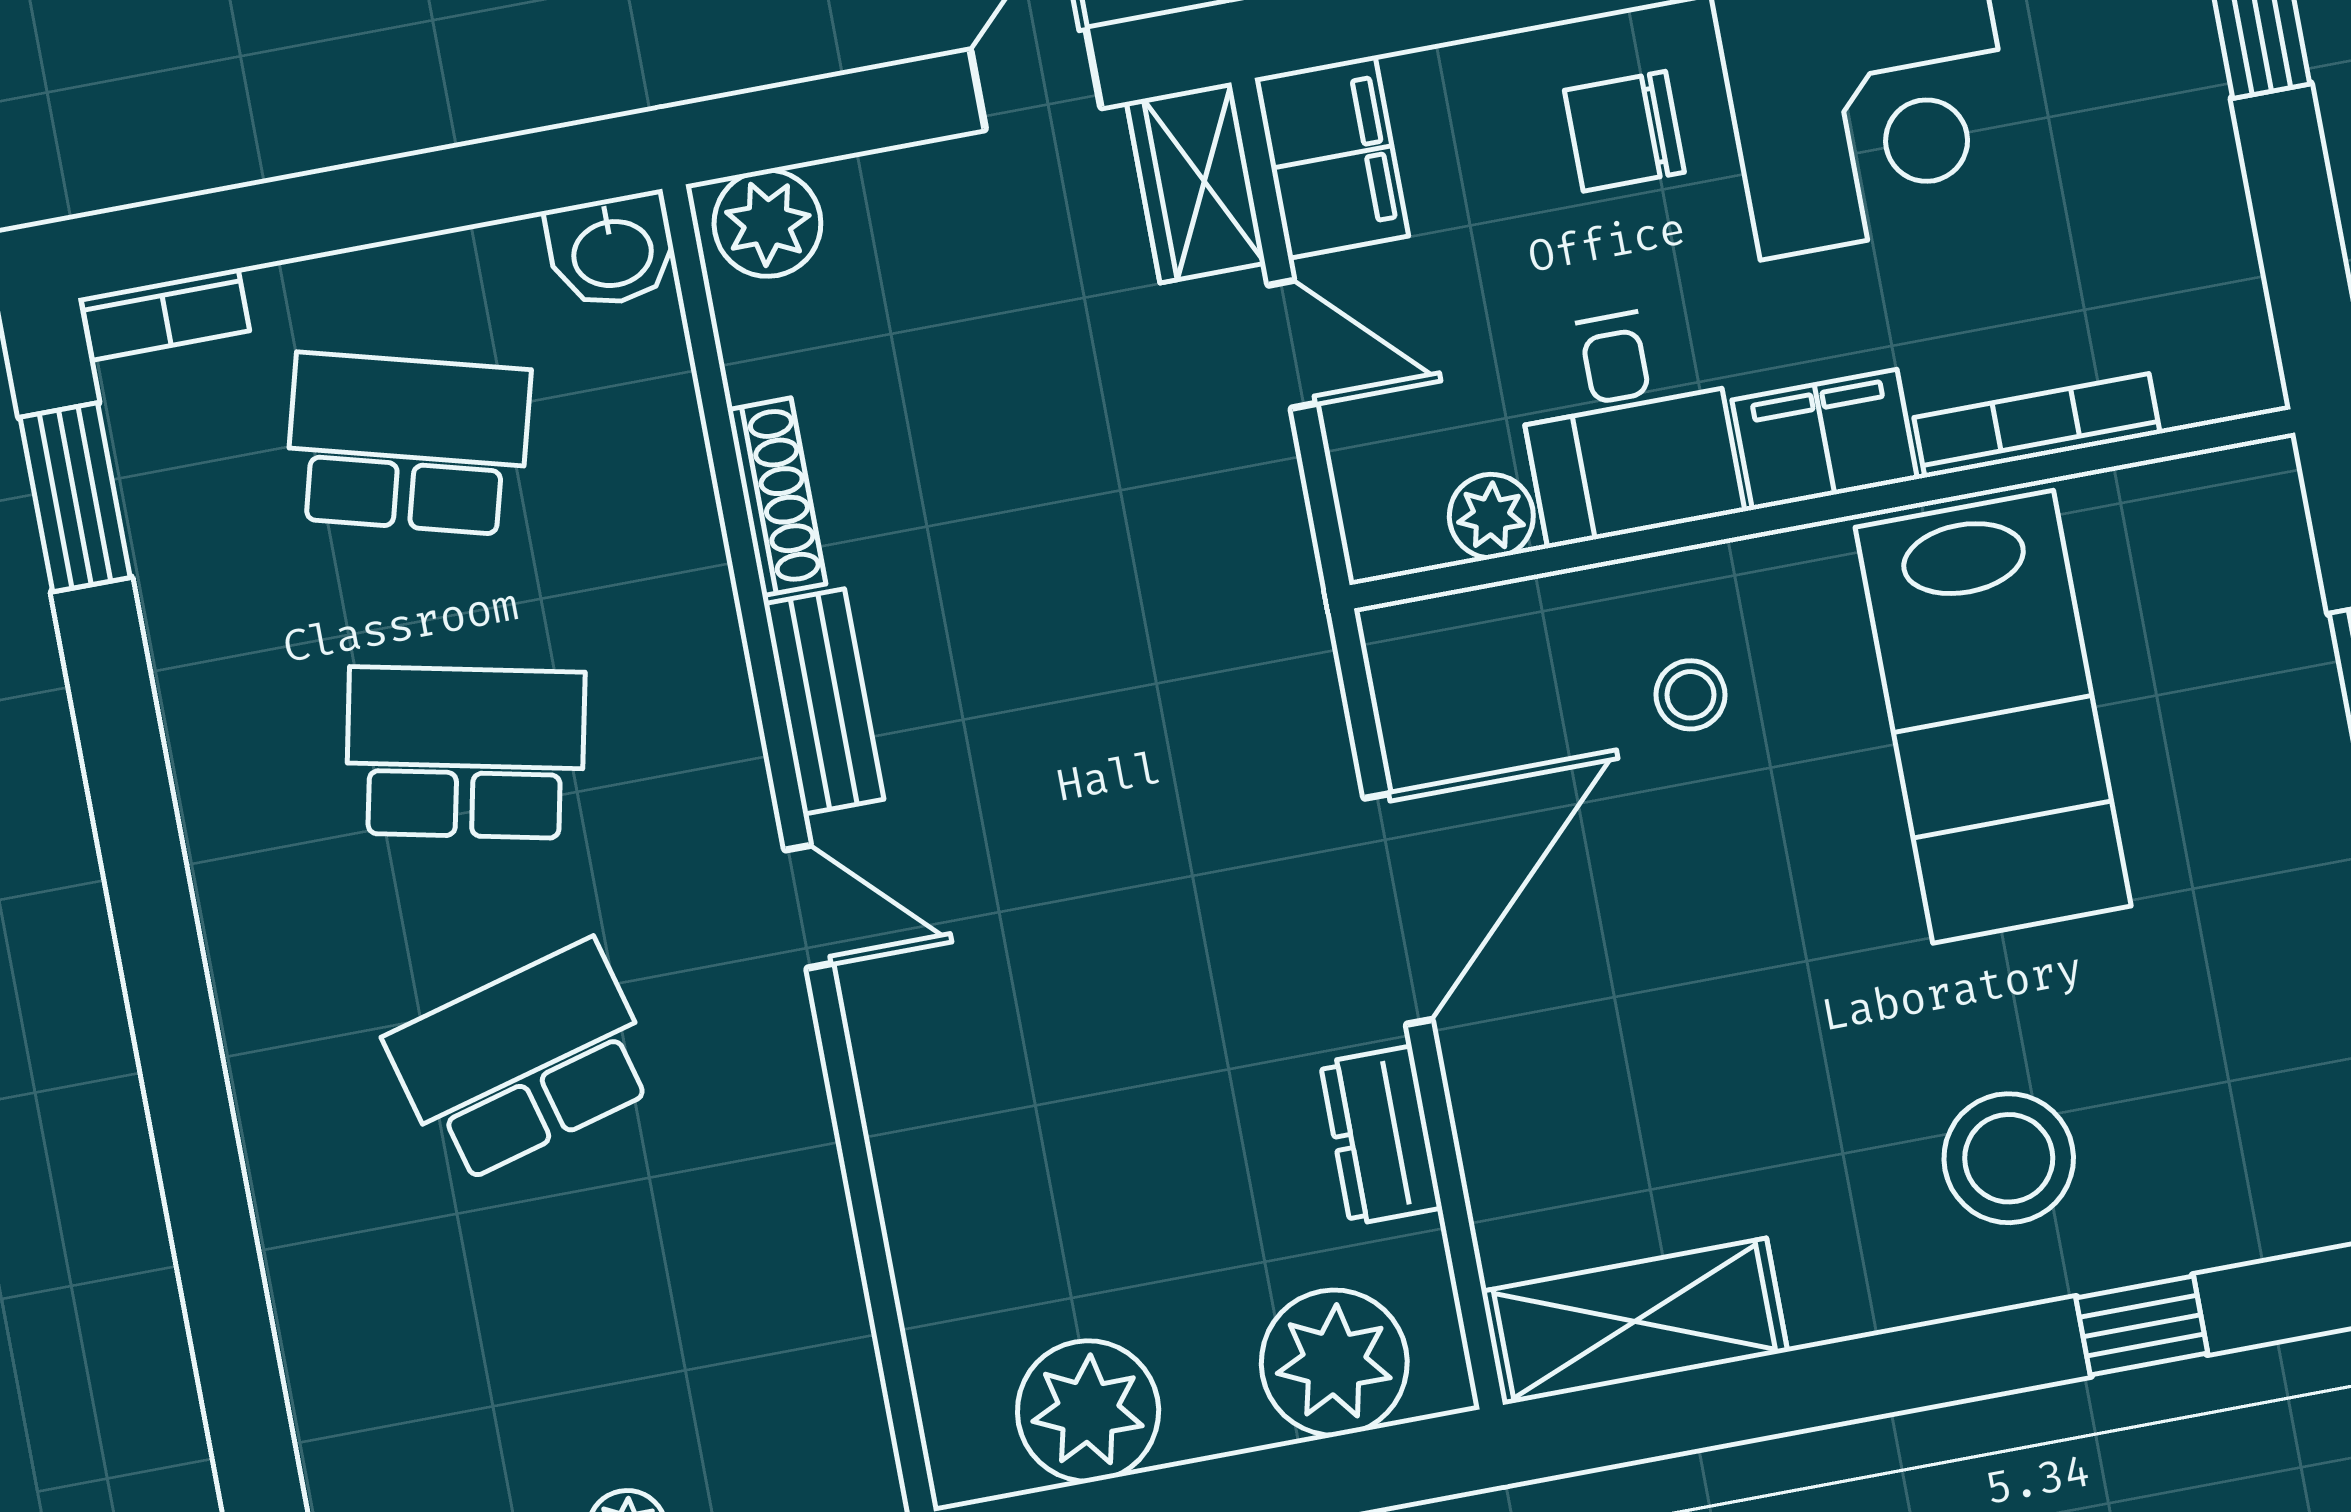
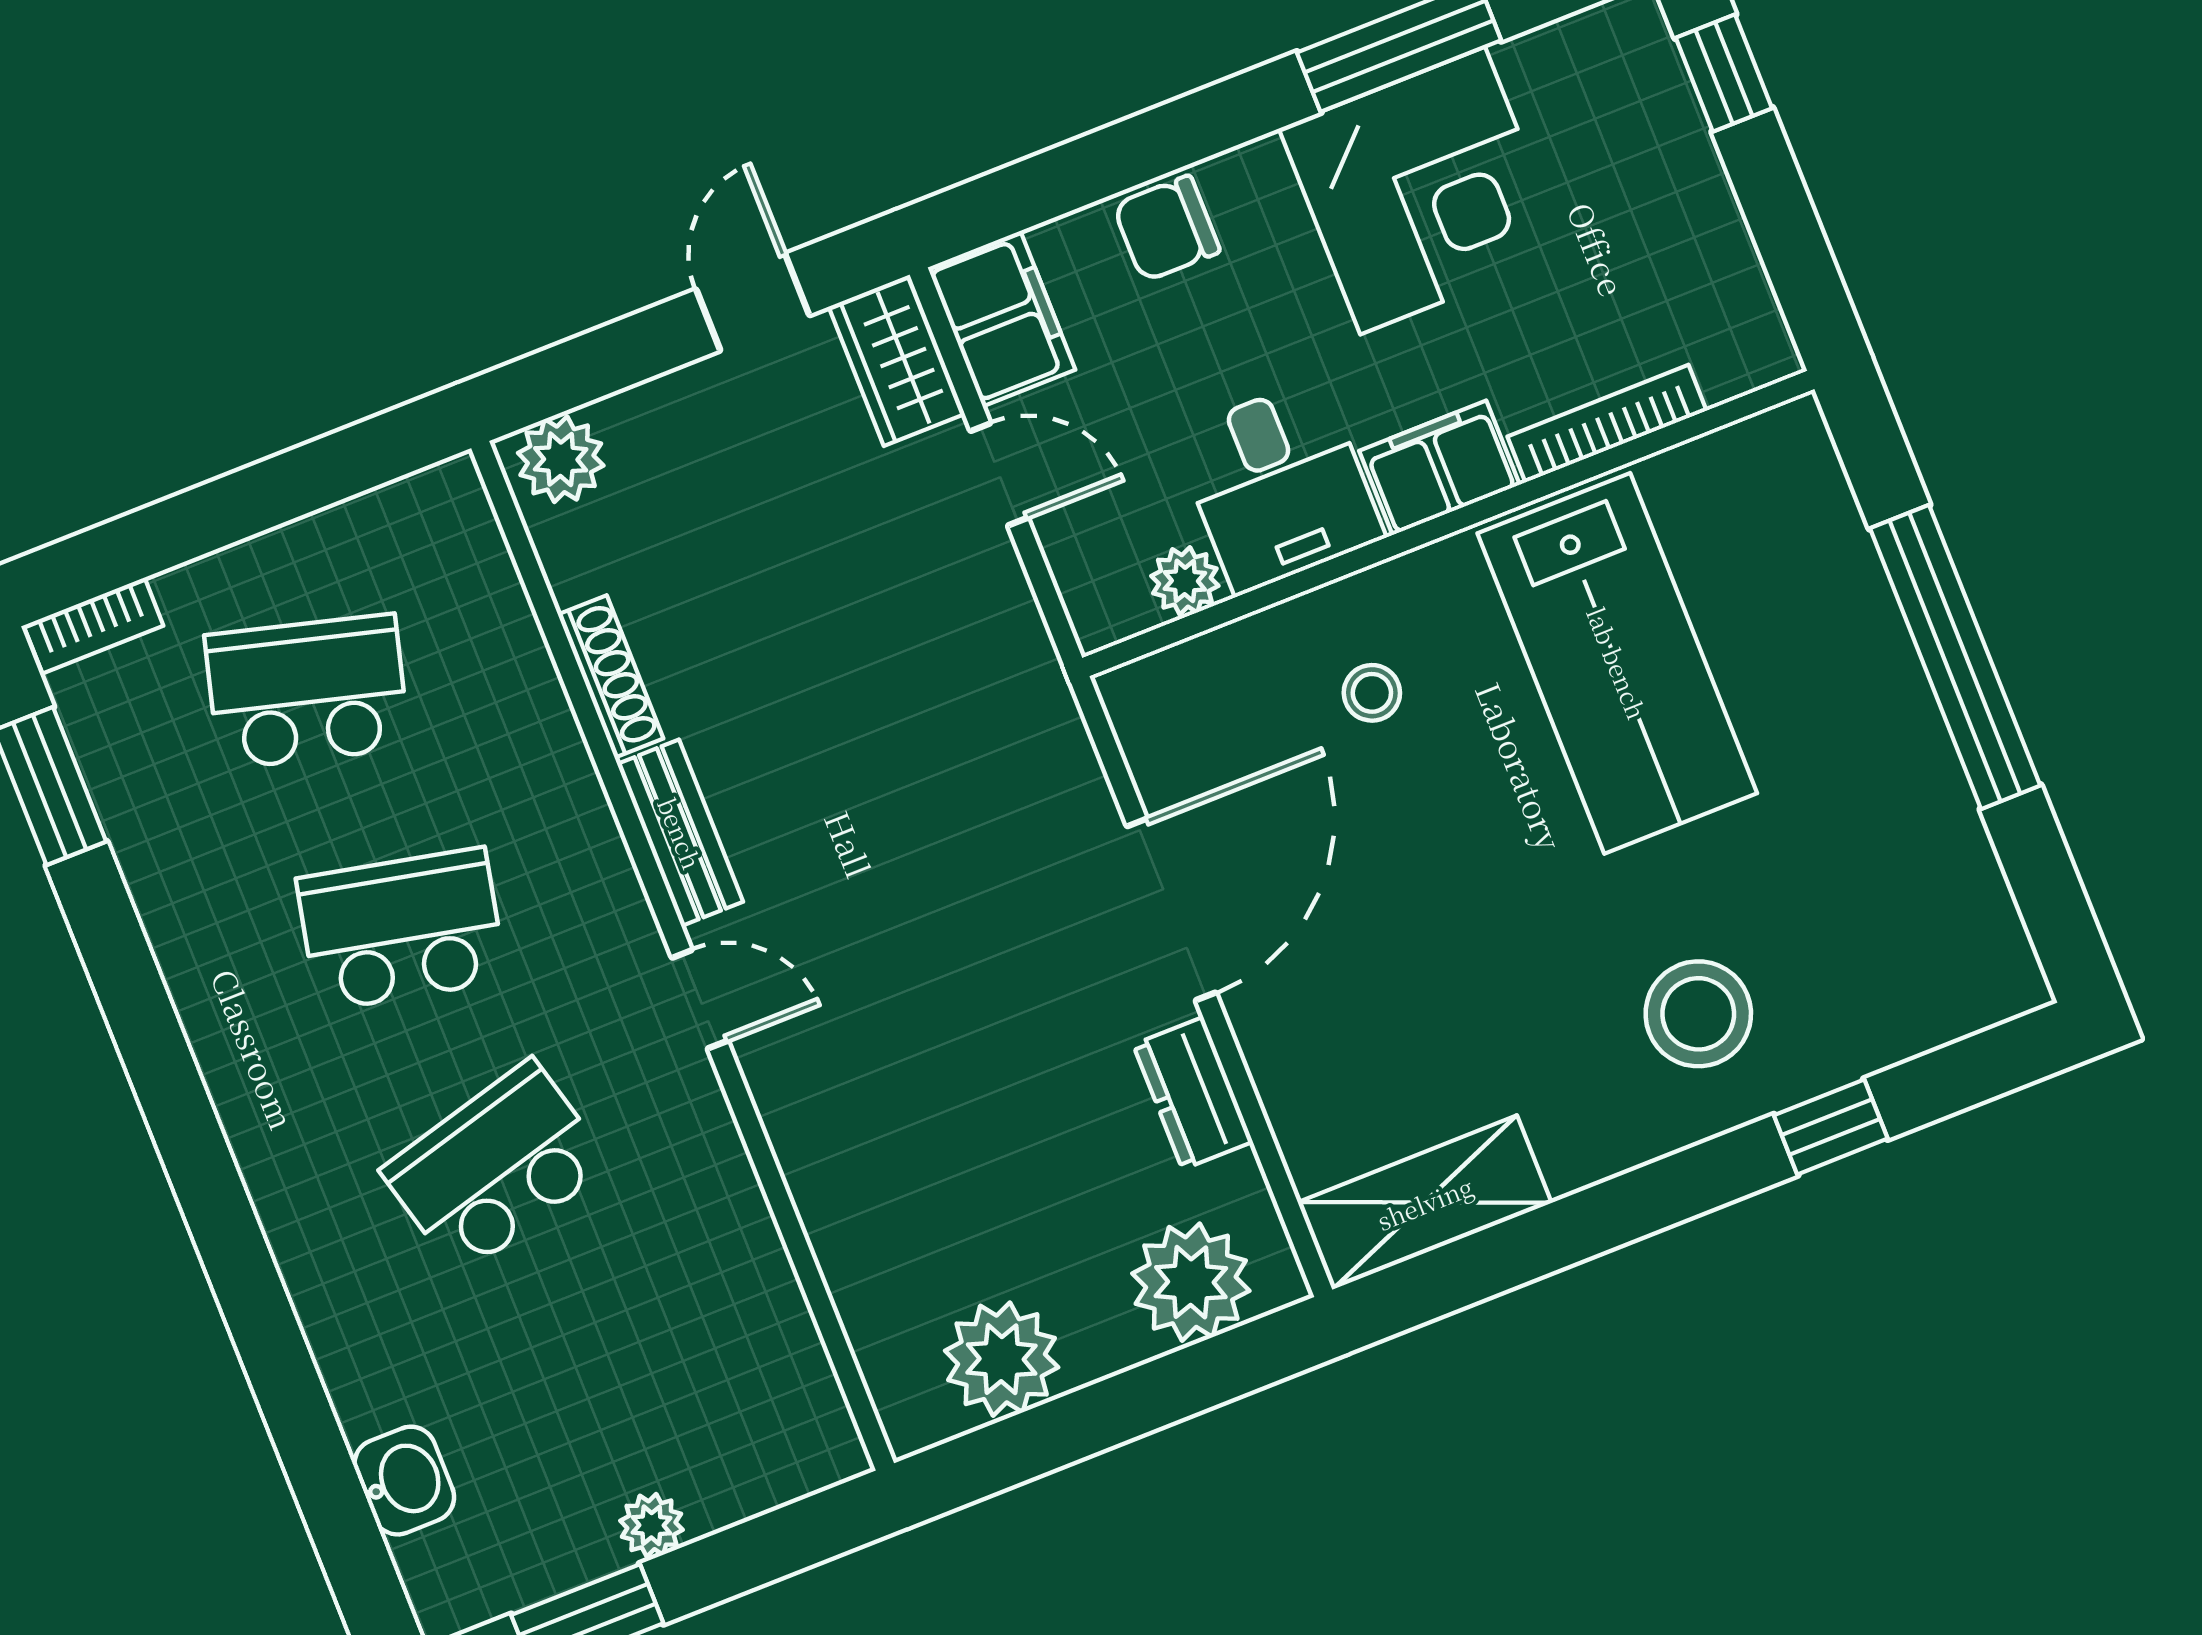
chair: (1624, 131) -> (1167, 228), moved
washbasin: (612, 251) -> (404, 1481), moved, turned -90

